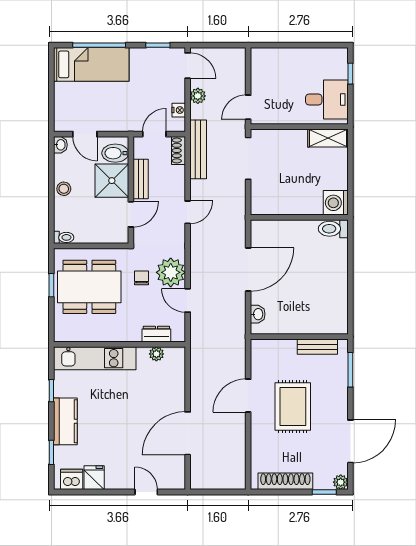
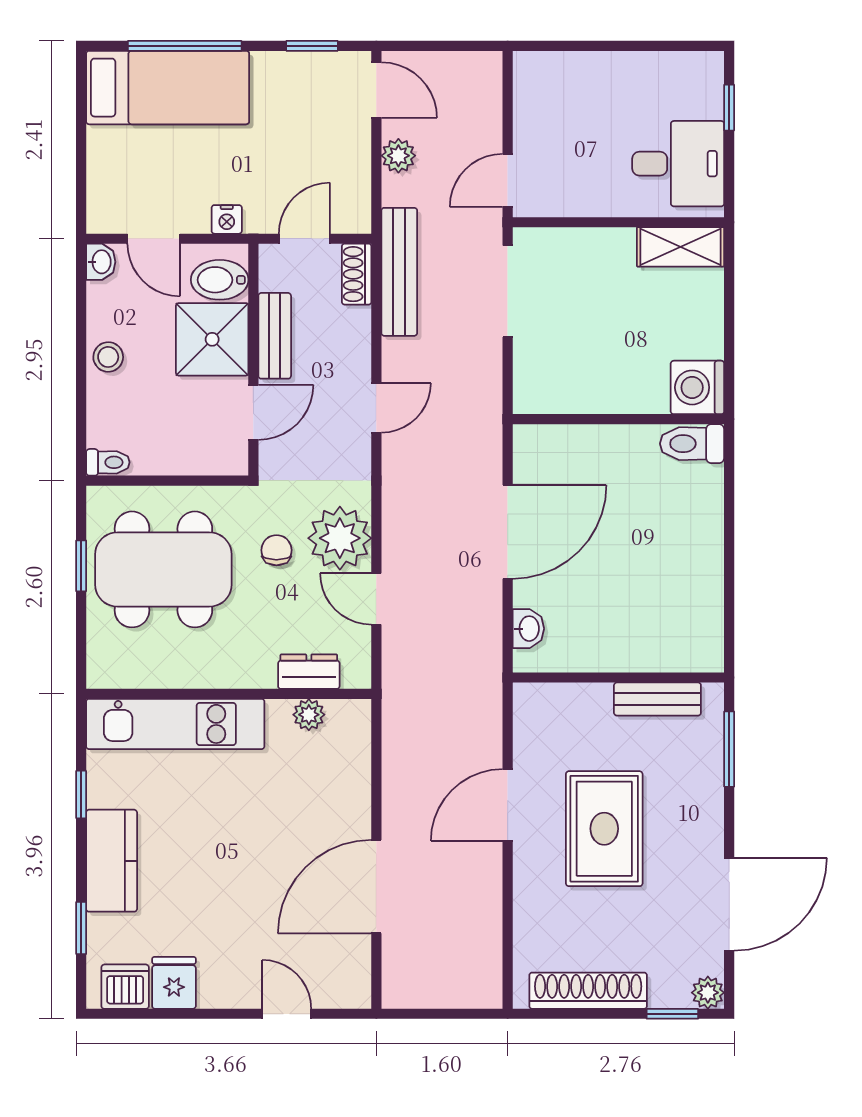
nightstand: (179, 110) -> (227, 219), moved, turned 90

